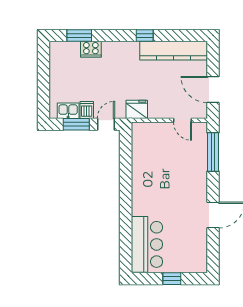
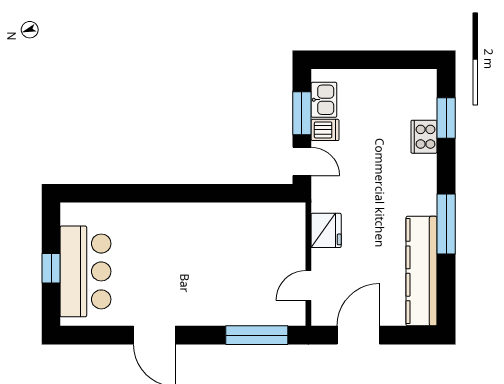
window: (145, 35) -> (446, 224), width x2.17
fridge: (137, 109) -> (326, 230), moved
bar counter: (147, 244) -> (86, 271), moved, turned -90

